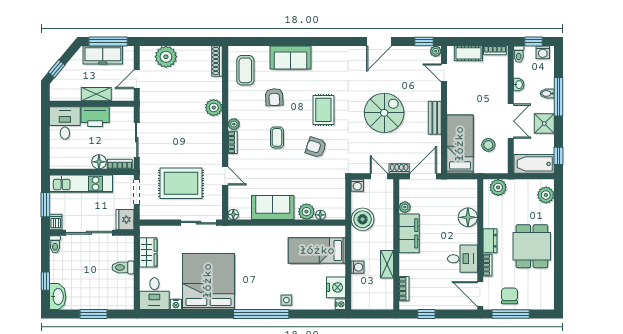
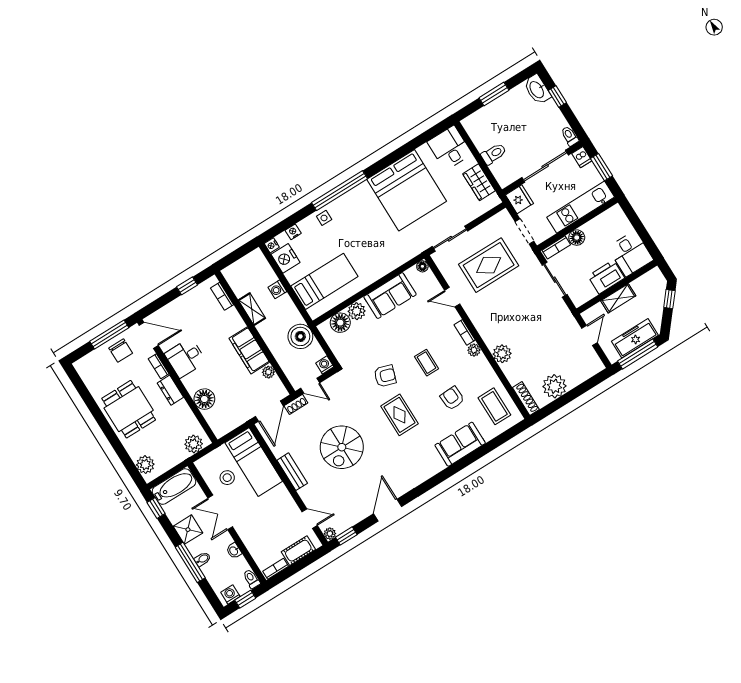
plant: (166, 57) -> (555, 386), moved
floor lamp: (320, 215) -> (340, 323), width x1.89, depth x1.89
nightstand: (176, 304) -> (293, 232), moved

